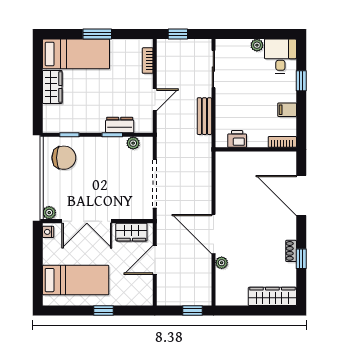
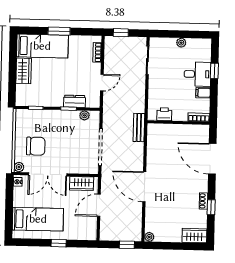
desk: (280, 56) -> (197, 74), moved, turned 90
bench: (204, 116) -> (139, 128), moved
chair: (64, 158) -> (36, 146), moved
plant: (222, 263) -> (149, 237), moved
wardrobe: (272, 296) -> (194, 236), width x0.67

